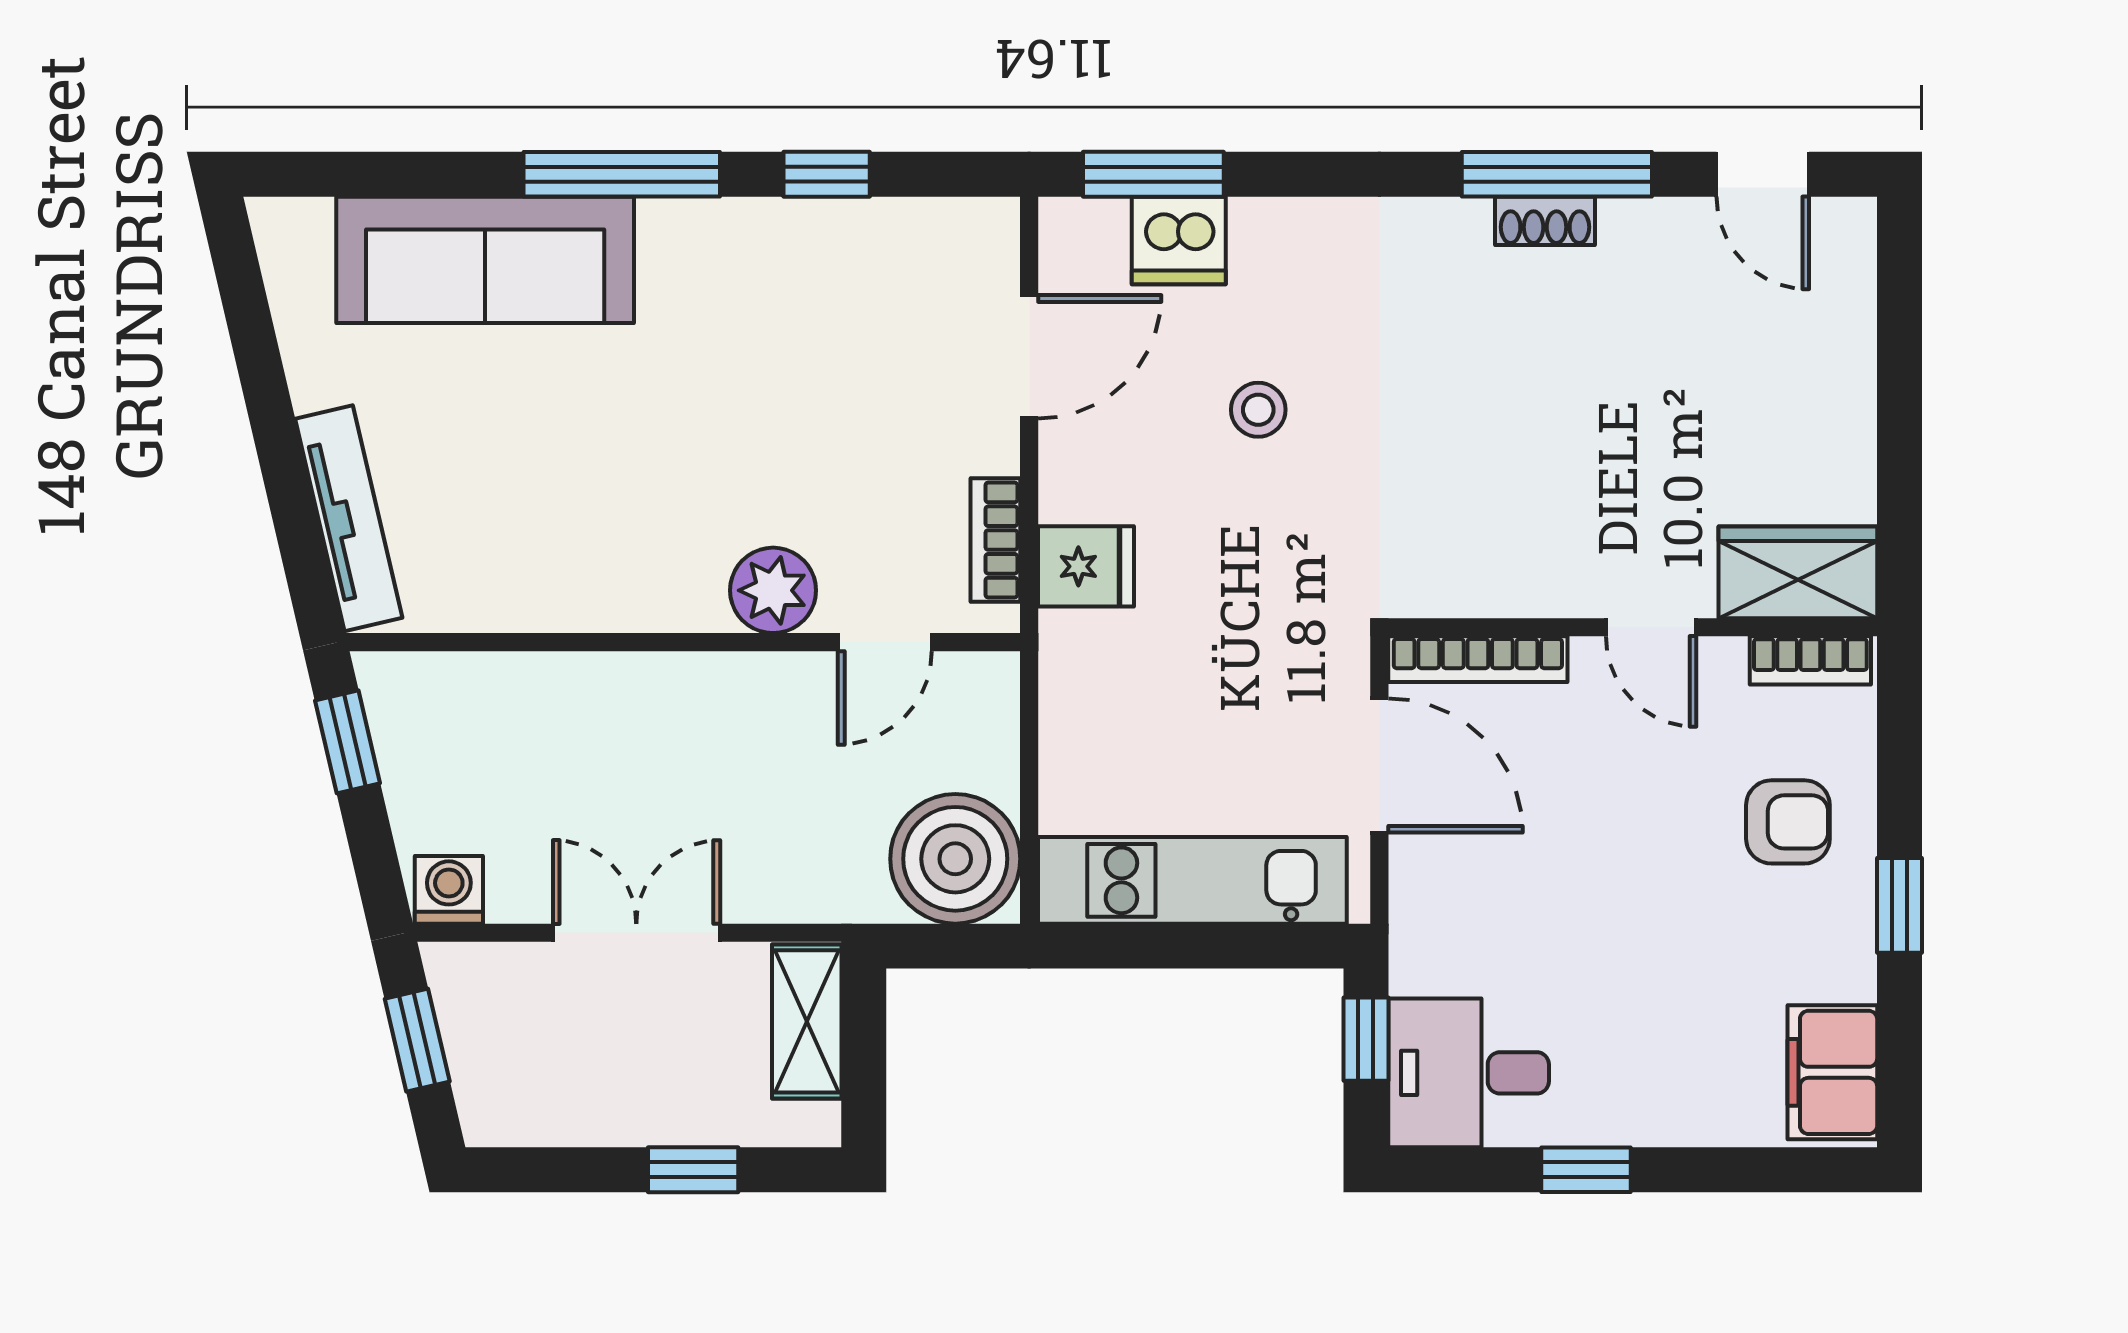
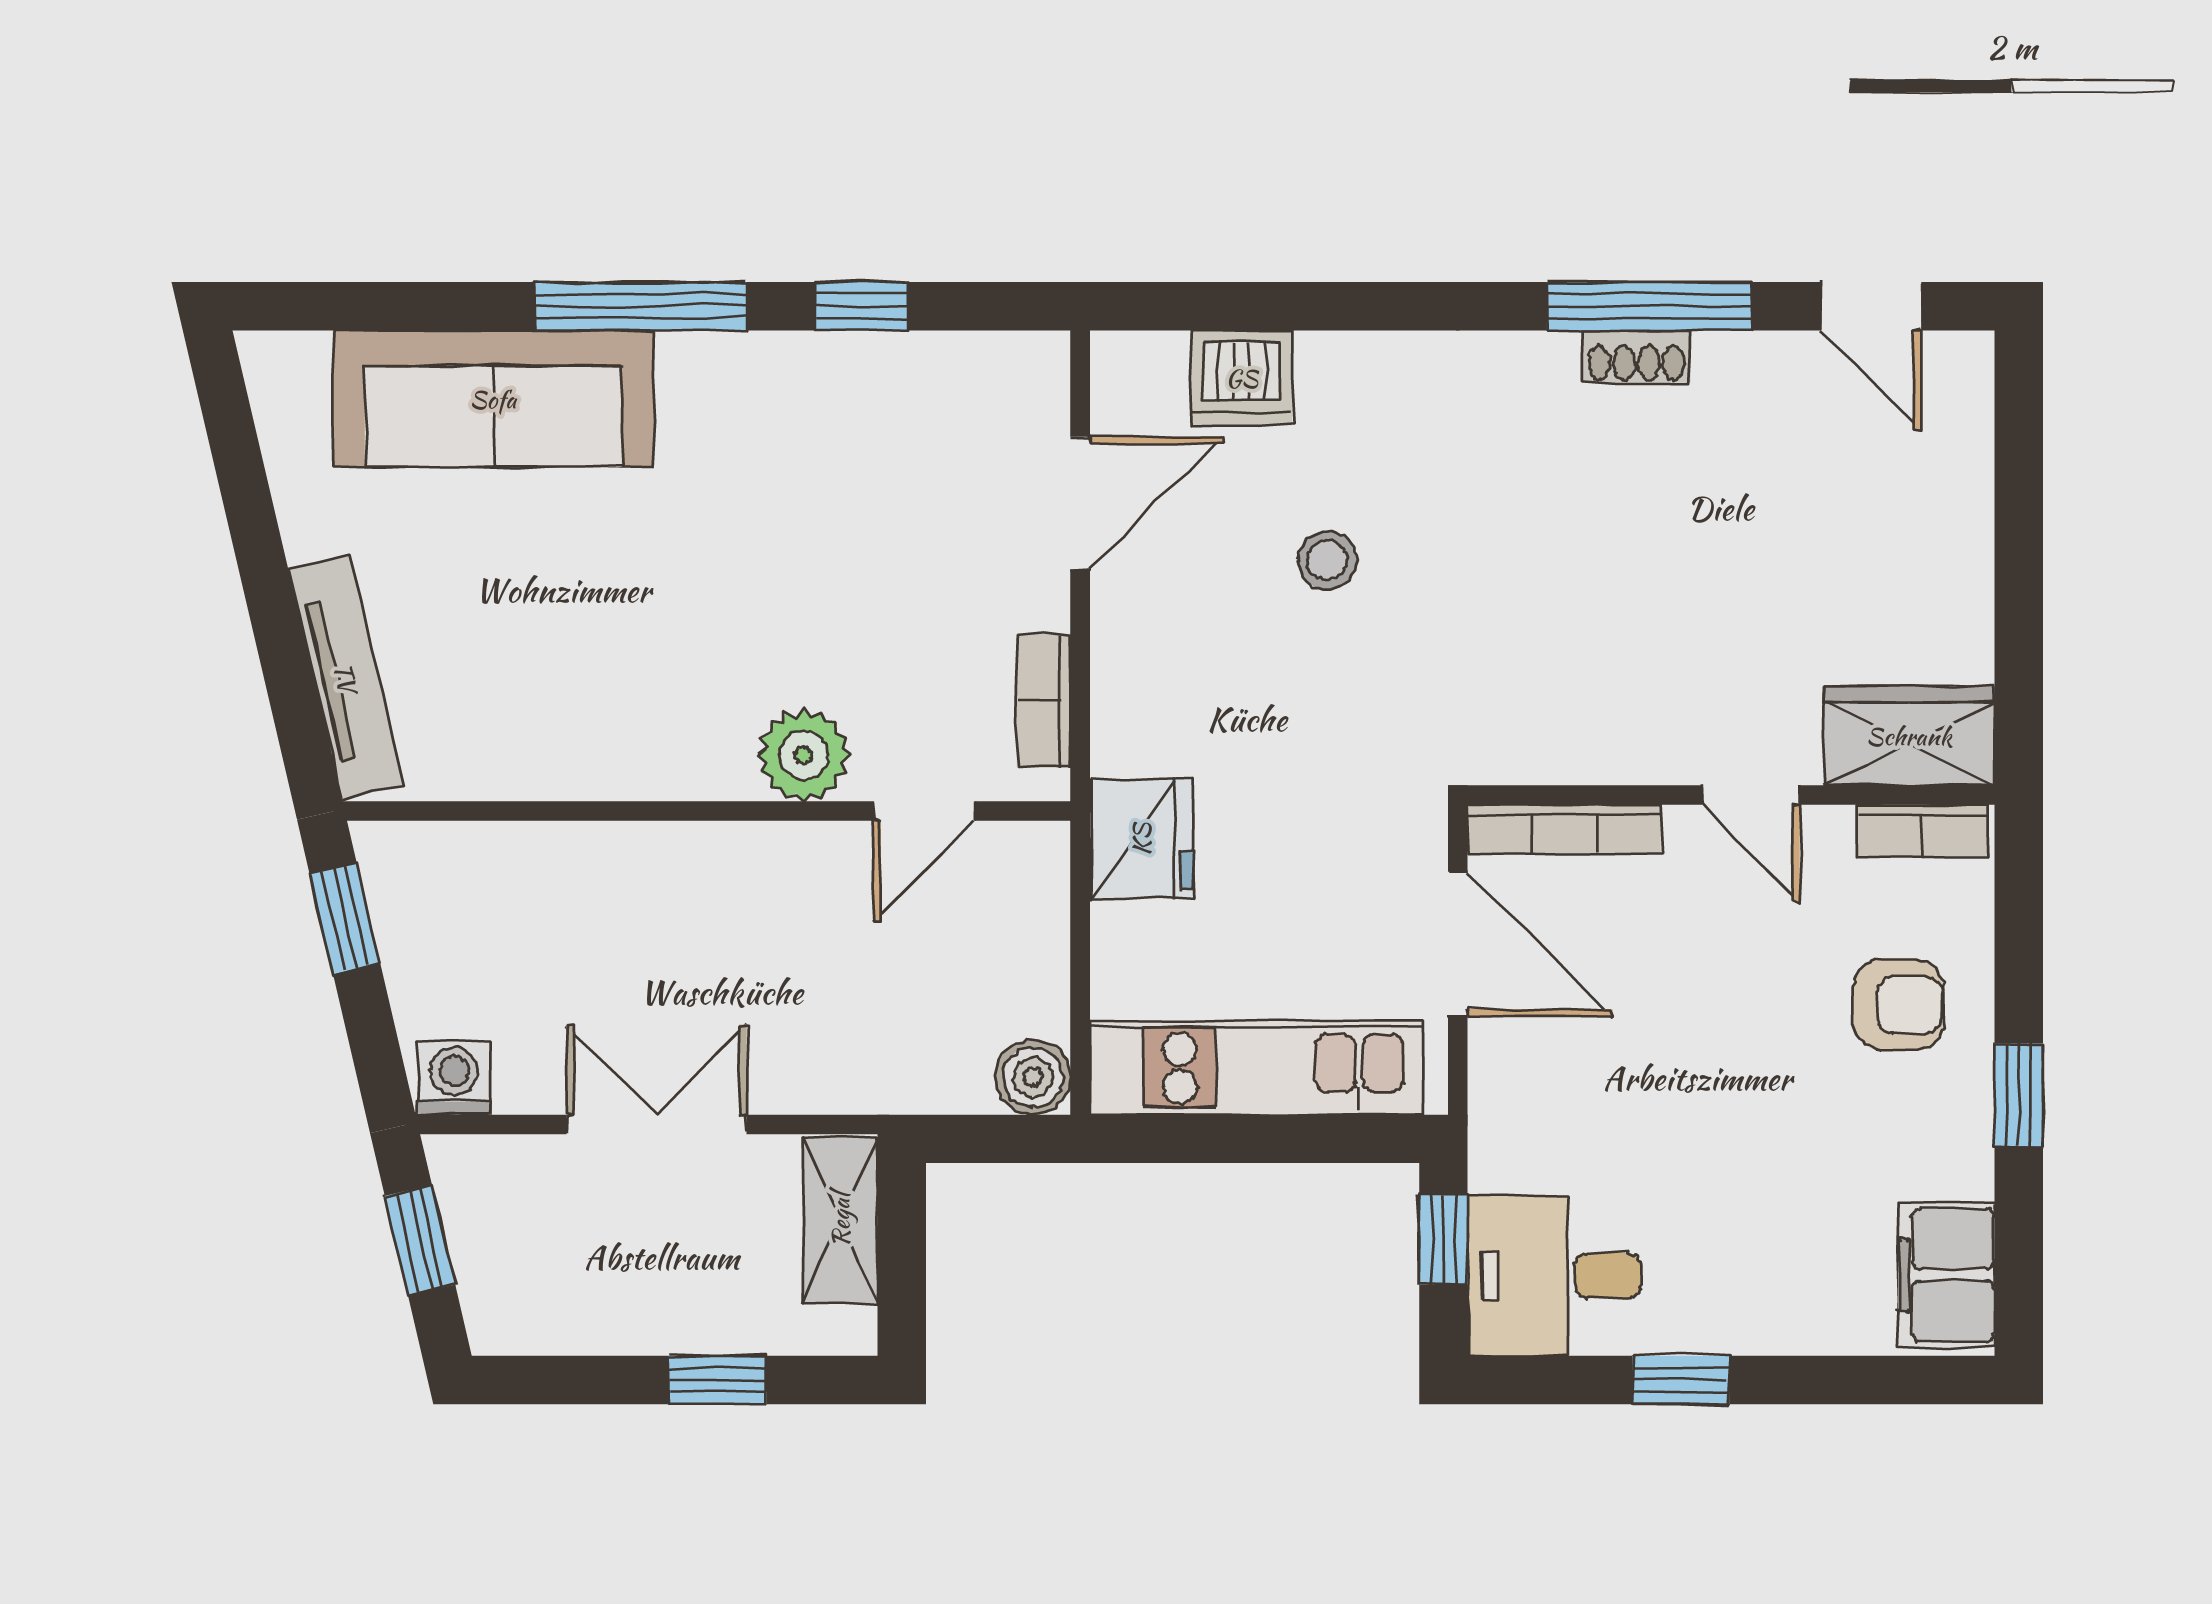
window: (1153, 174) -> (1214, 306), removed
fridge: (1086, 566) -> (1141, 839), moved, width x1.38
boiler: (955, 859) -> (1033, 1077), width x0.54, depth x0.54

